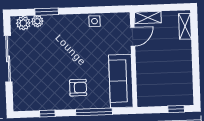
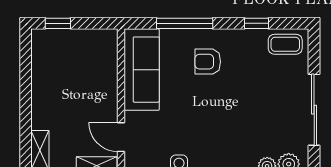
door: (133, 37) -> (121, 137), hinge flipped
coffee table: (28, 101) -> (285, 44), added

